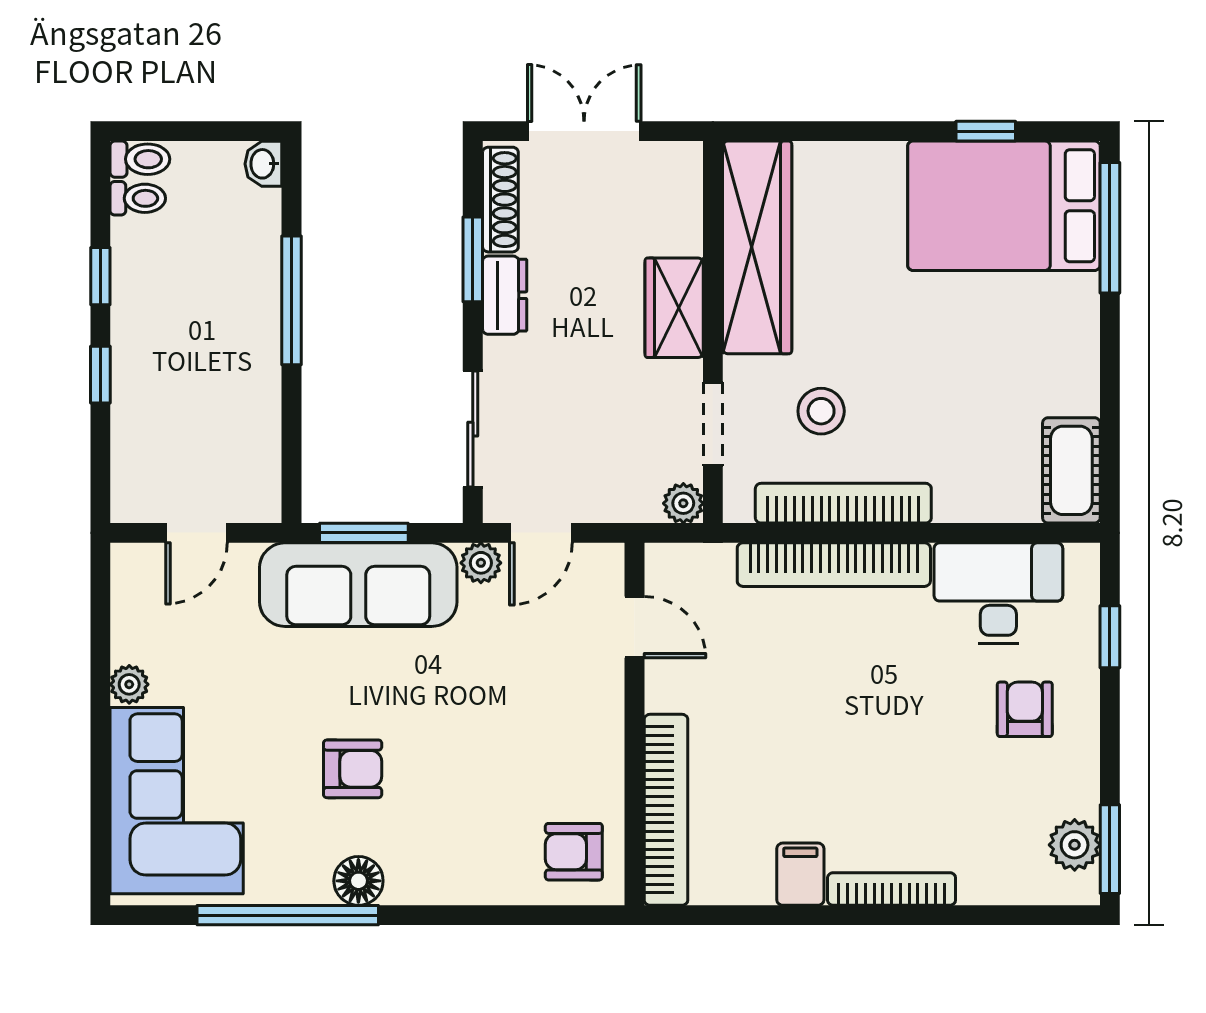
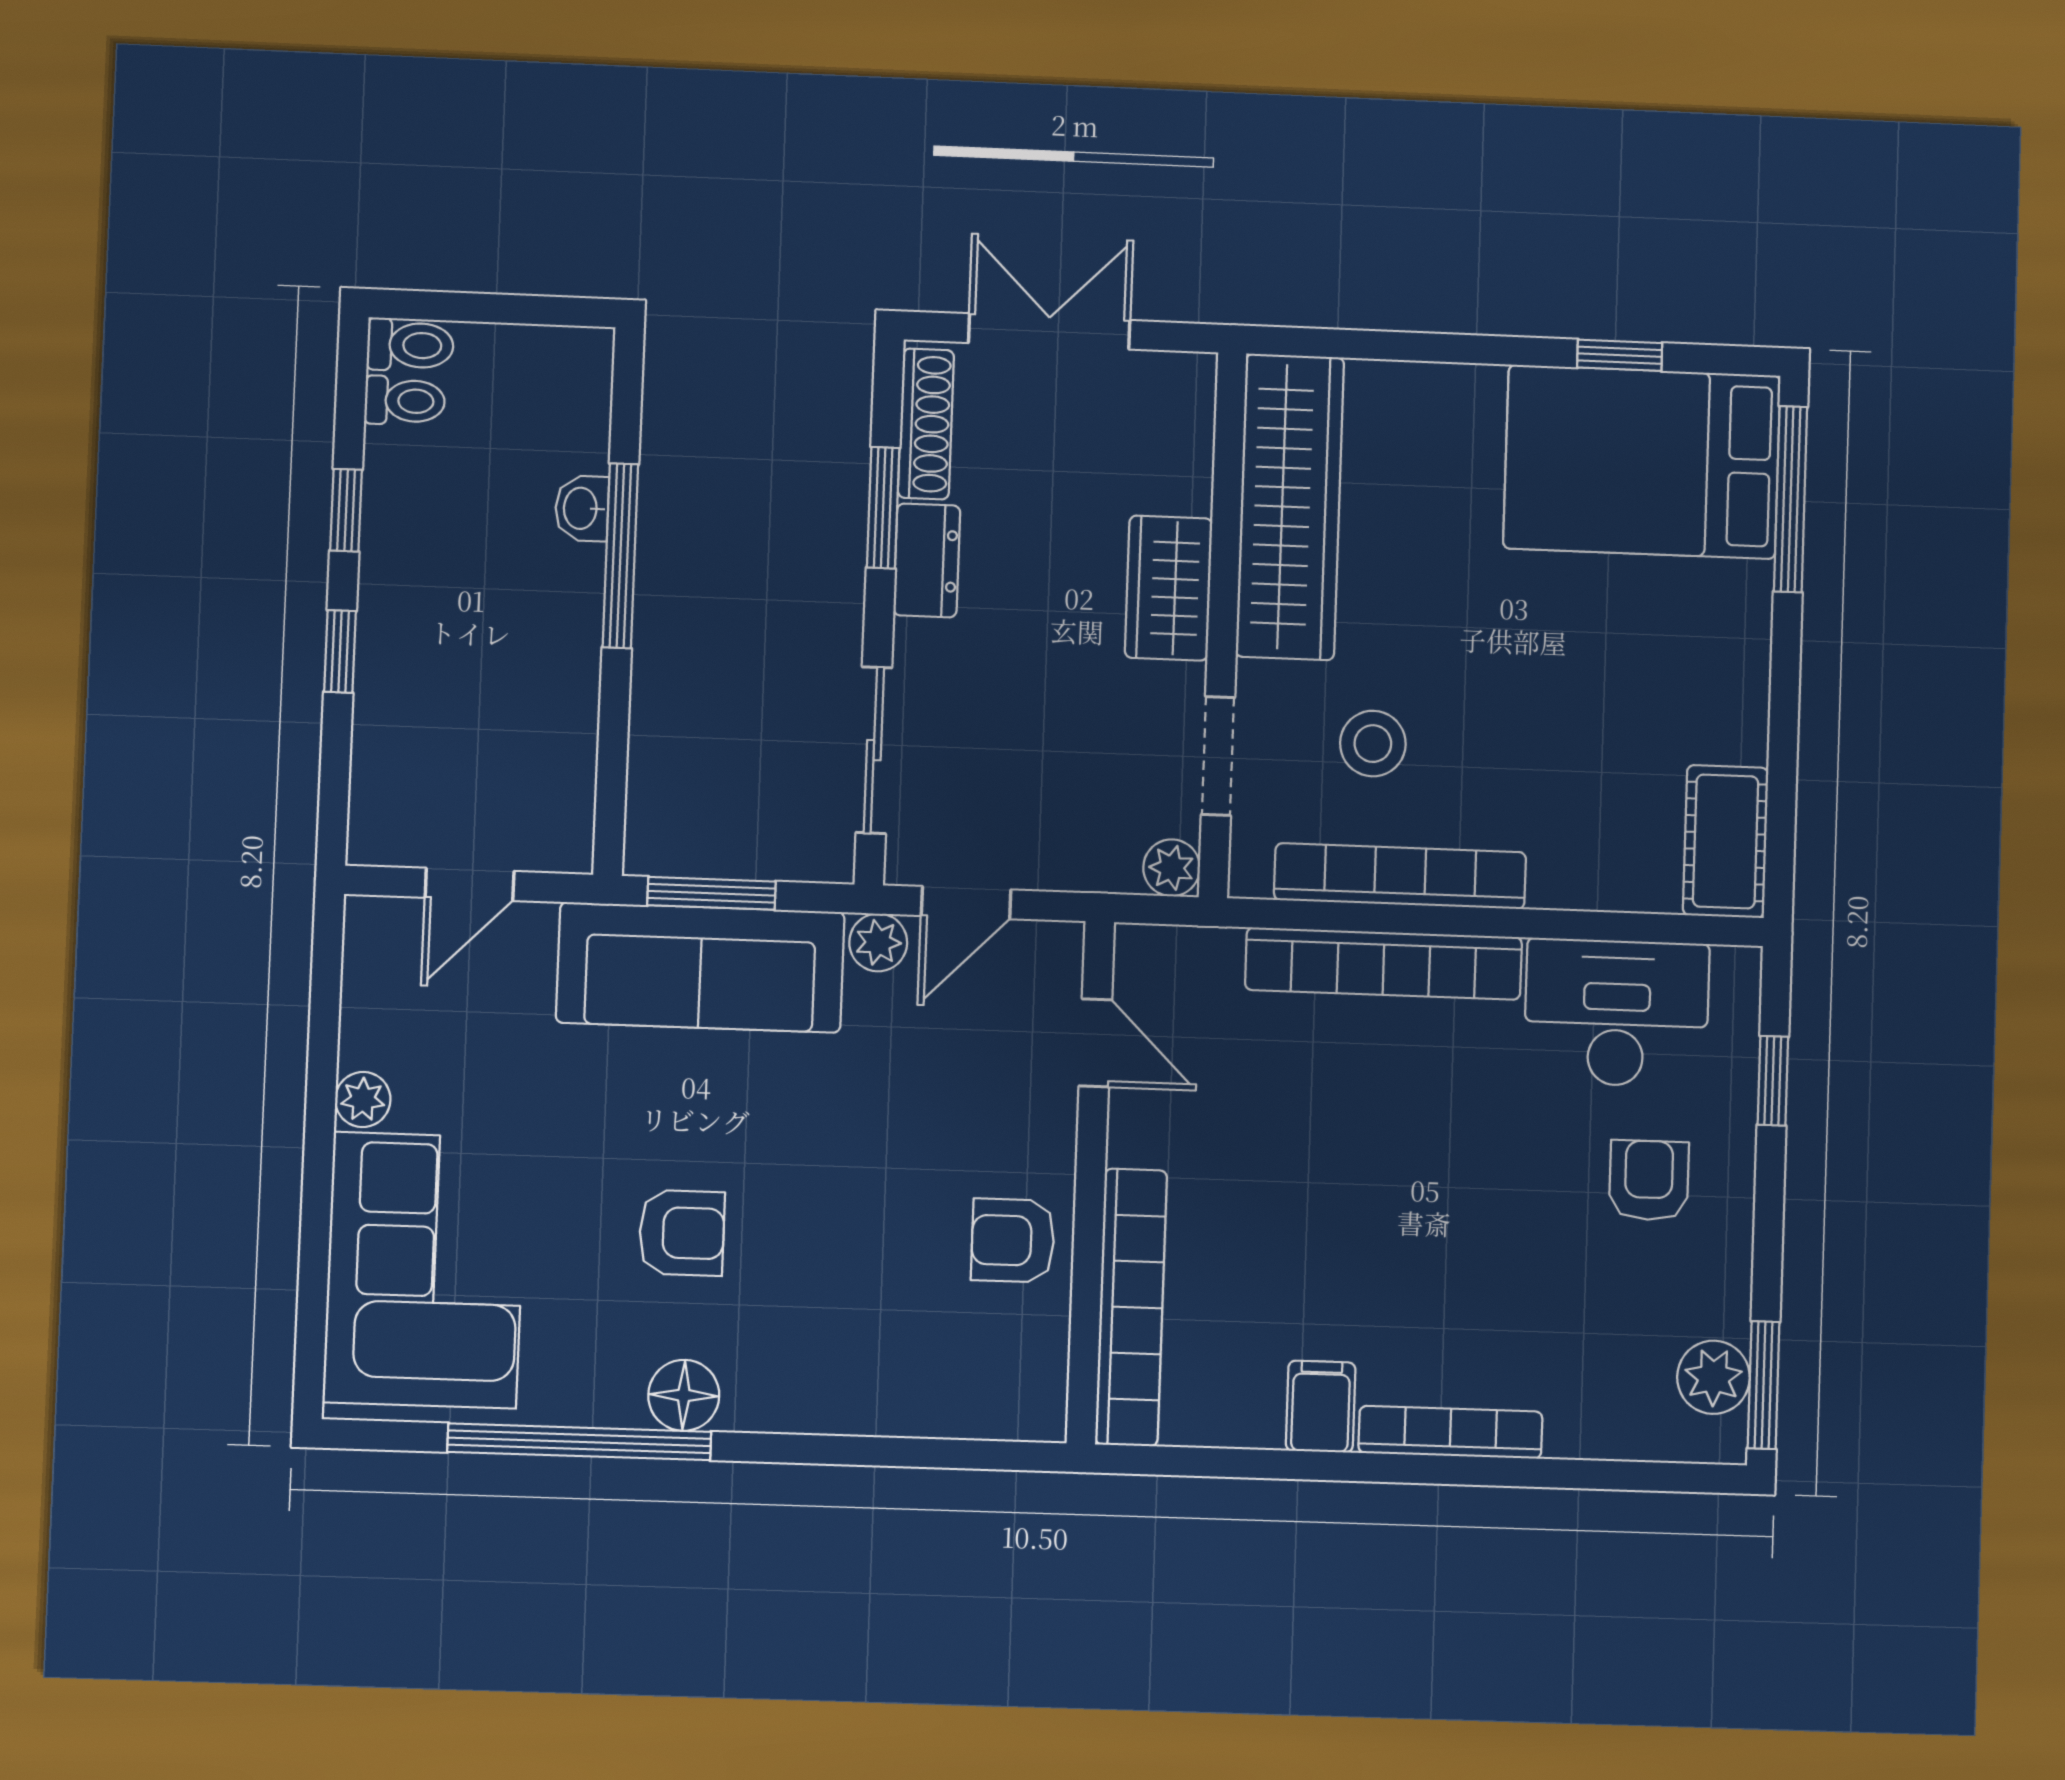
washbasin: (263, 164) -> (582, 508), moved
armchair: (574, 852) -> (1013, 1240), moved

